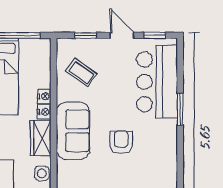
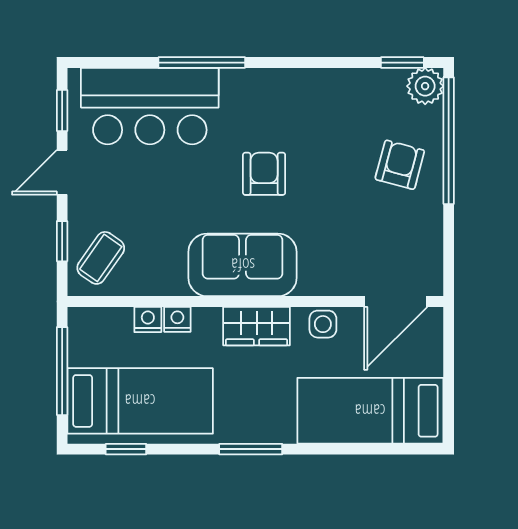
coffee table: (82, 73) -> (101, 258), moved
window: (180, 109) -> (202, 63), width x1.44
nightstand: (44, 112) -> (148, 320), moved
armchair: (121, 142) -> (264, 174), turned 90

